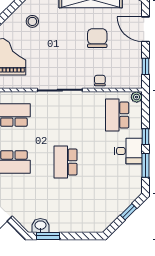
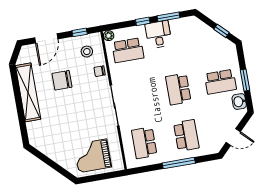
stool: (32, 21) -> (87, 52), moved
school desk: (66, 162) -> (178, 89), turned 90
school desk: (66, 209) -> (220, 82), added
window: (129, 212) -> (222, 31), moved
window: (48, 236) -> (245, 80), moved

